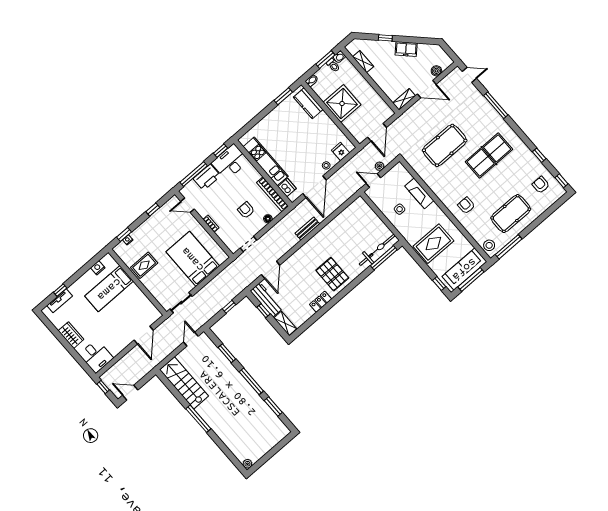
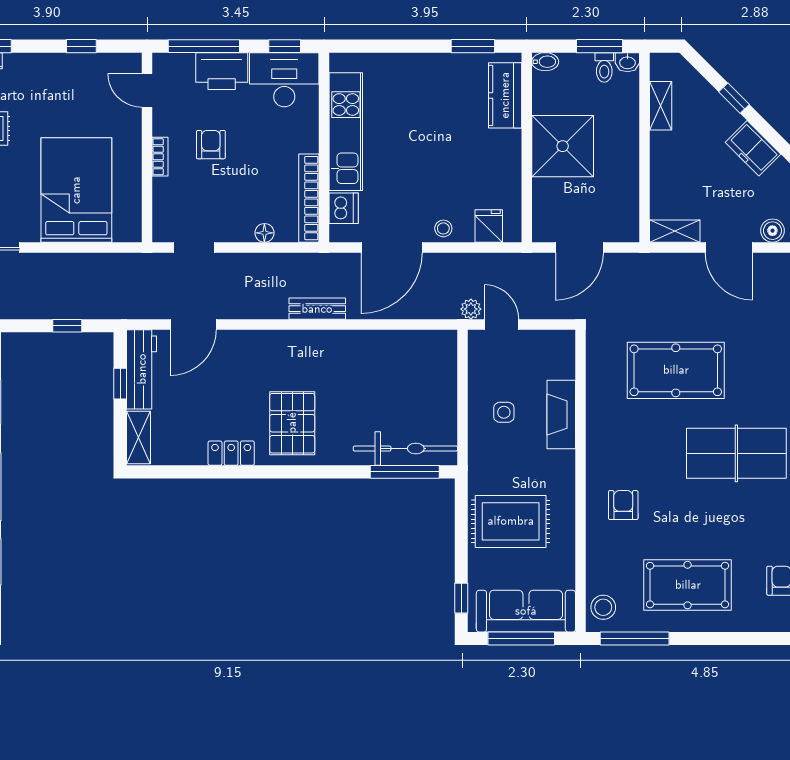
plant: (379, 166) -> (471, 309), moved
armchair: (246, 210) -> (211, 145), moved

